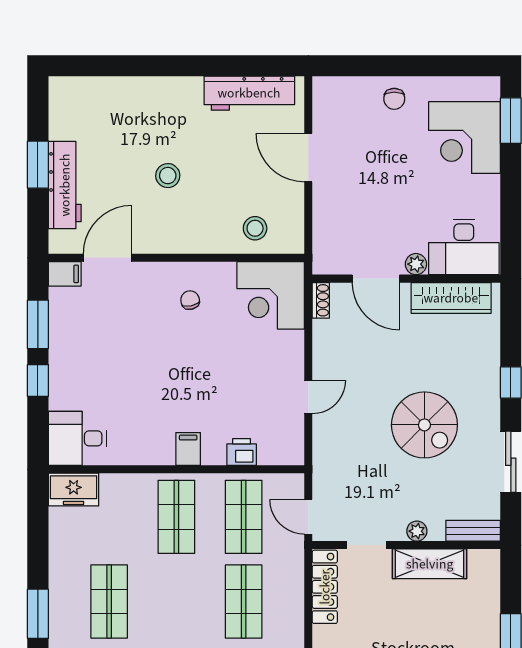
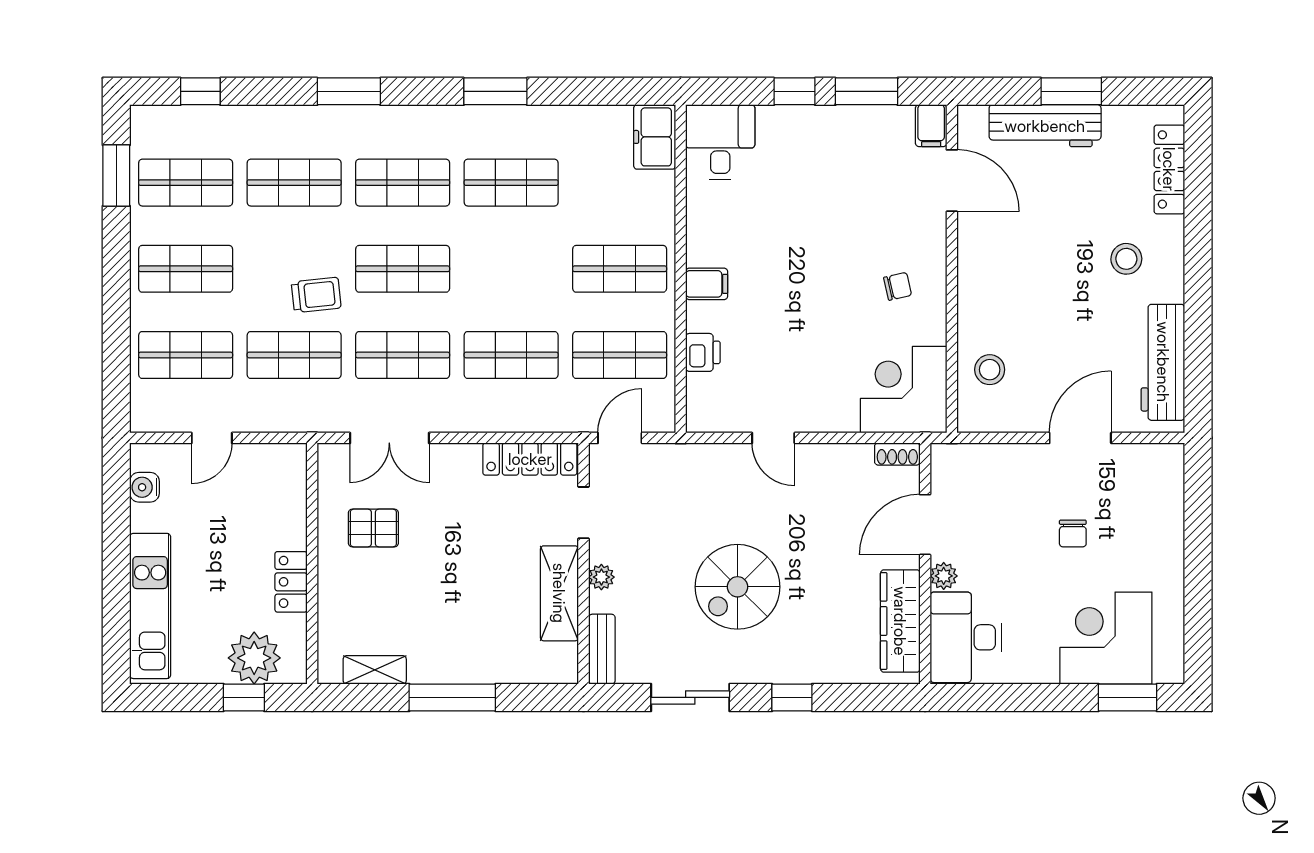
locker: (99, 88) -> (1169, 169), added
chair: (394, 99) -> (1073, 534), moved, turned -90
stool: (168, 176) -> (1126, 259), moved

